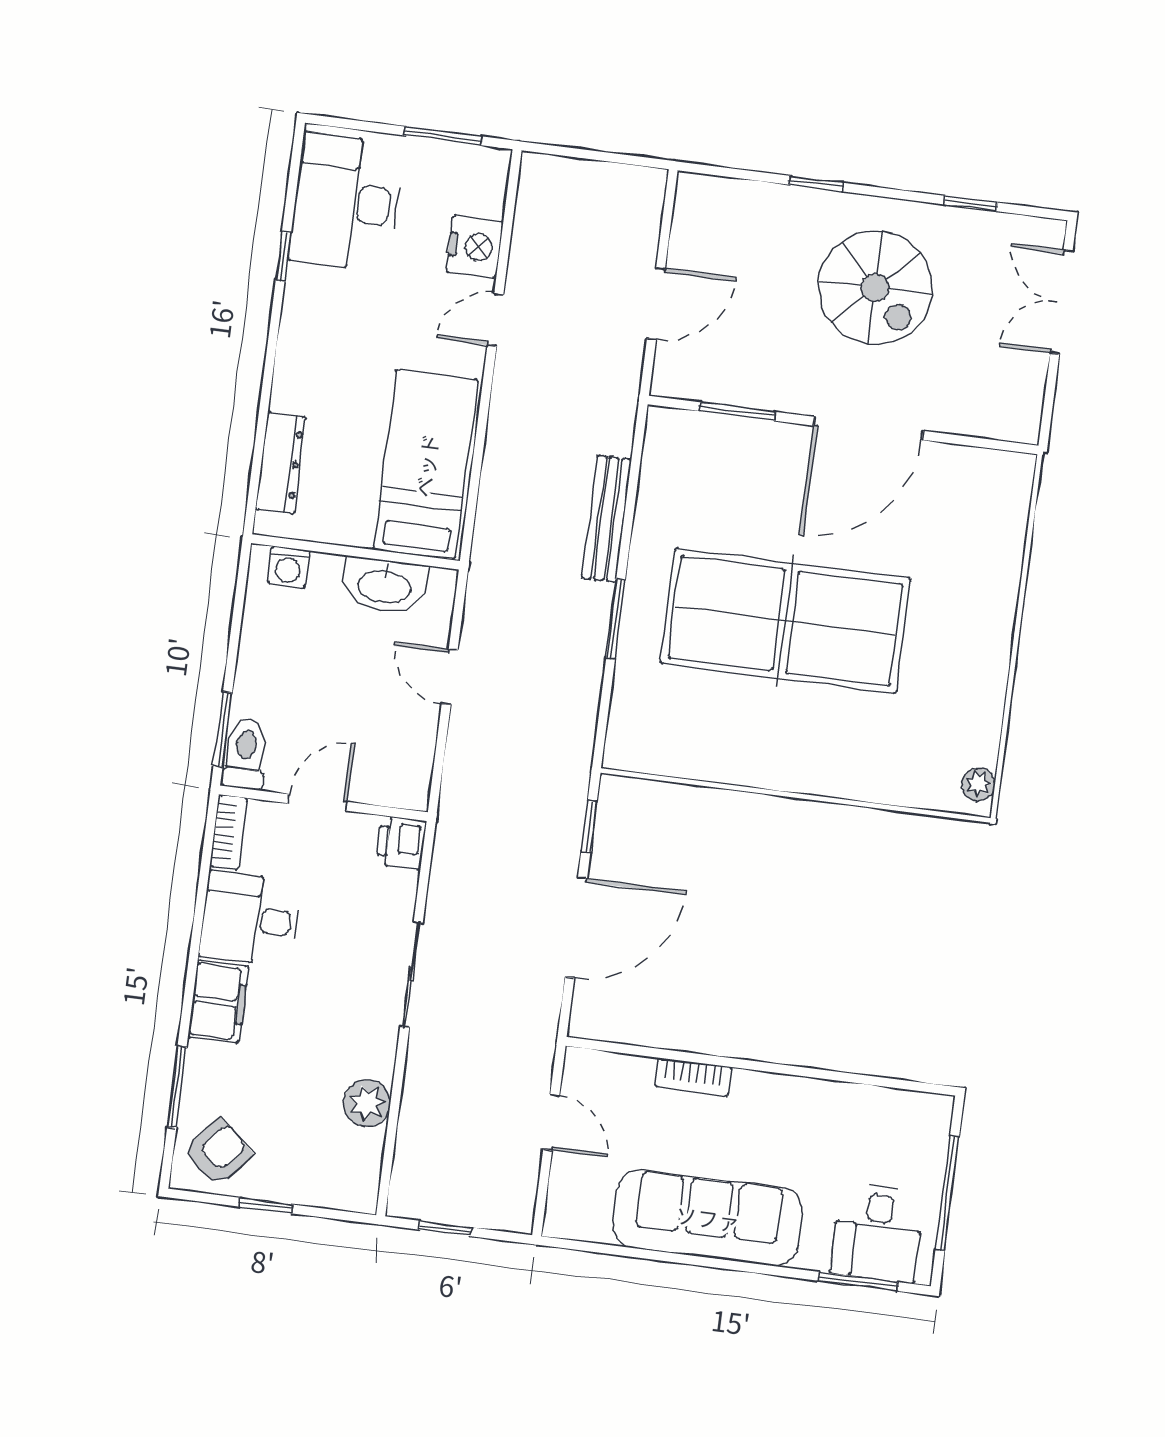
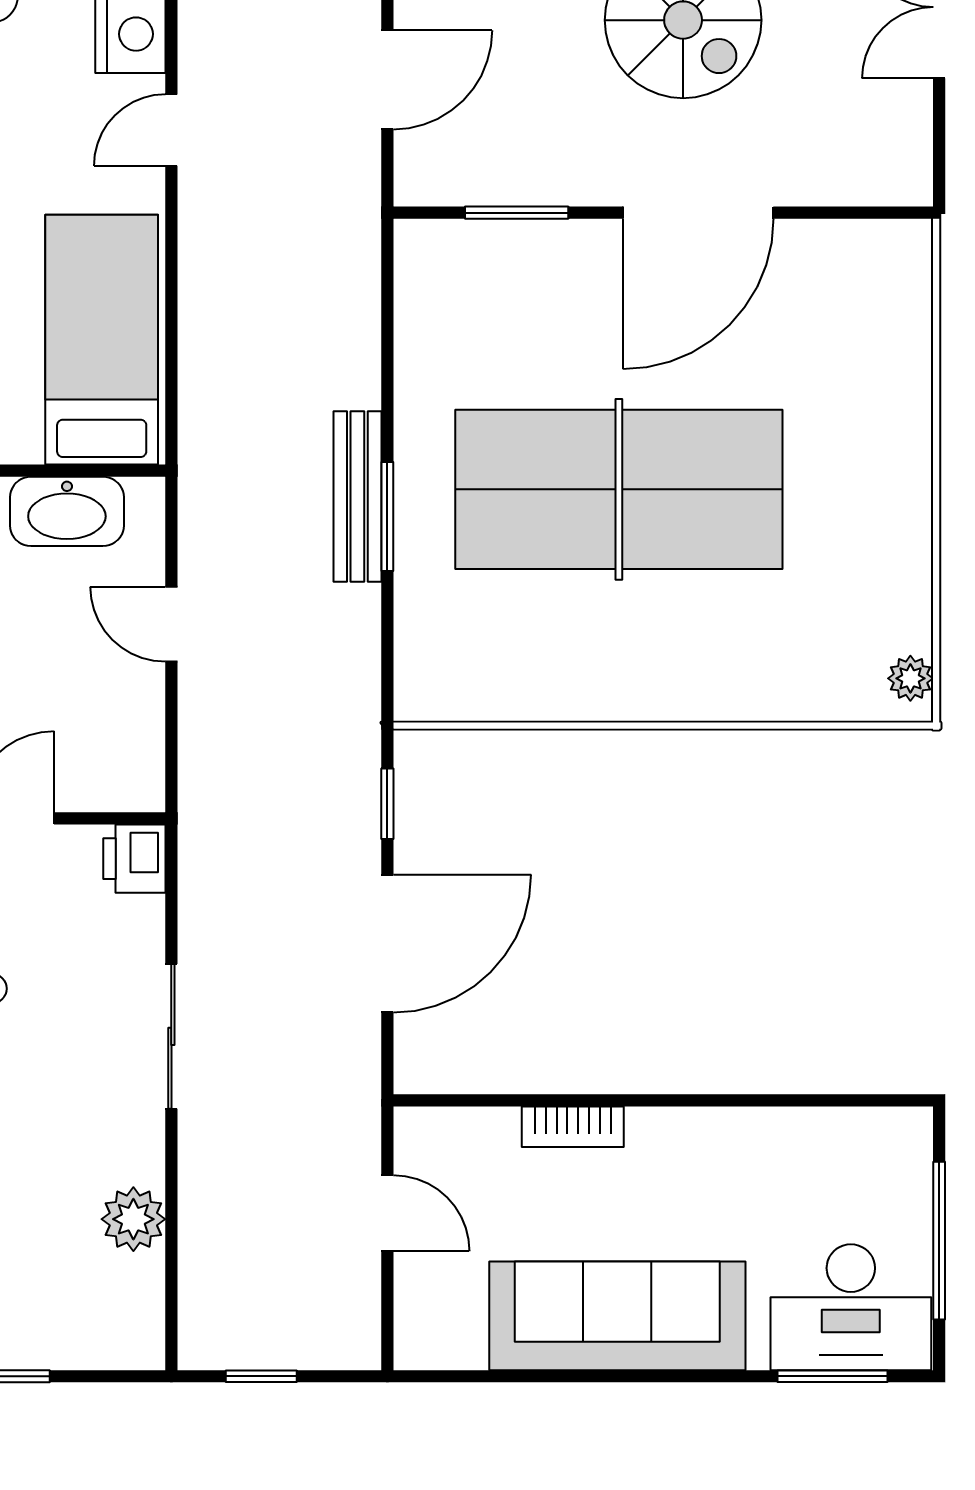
bench: (607, 519) -> (357, 497), moved
desk: (877, 1233) -> (851, 1307), width x1.37

